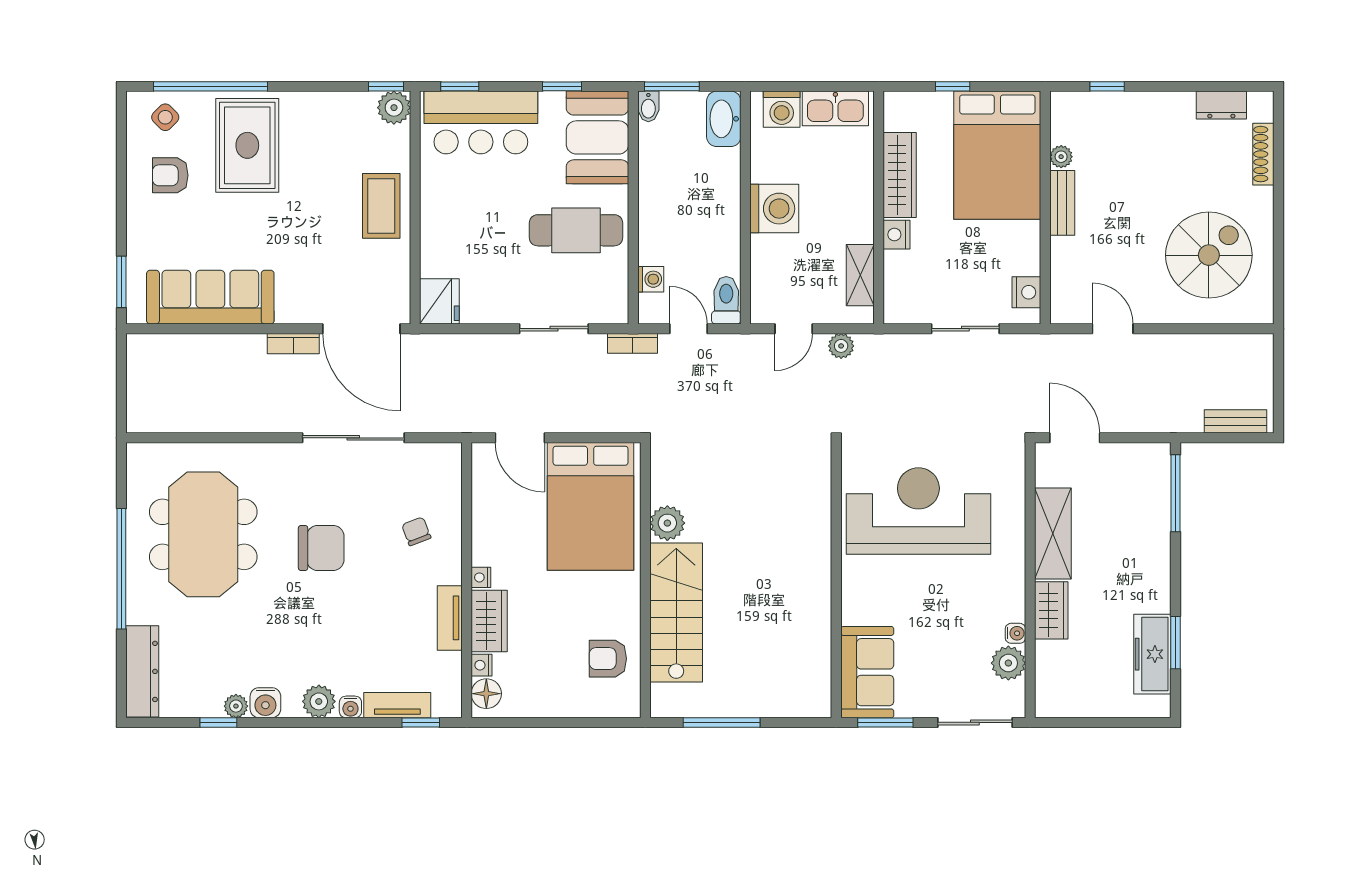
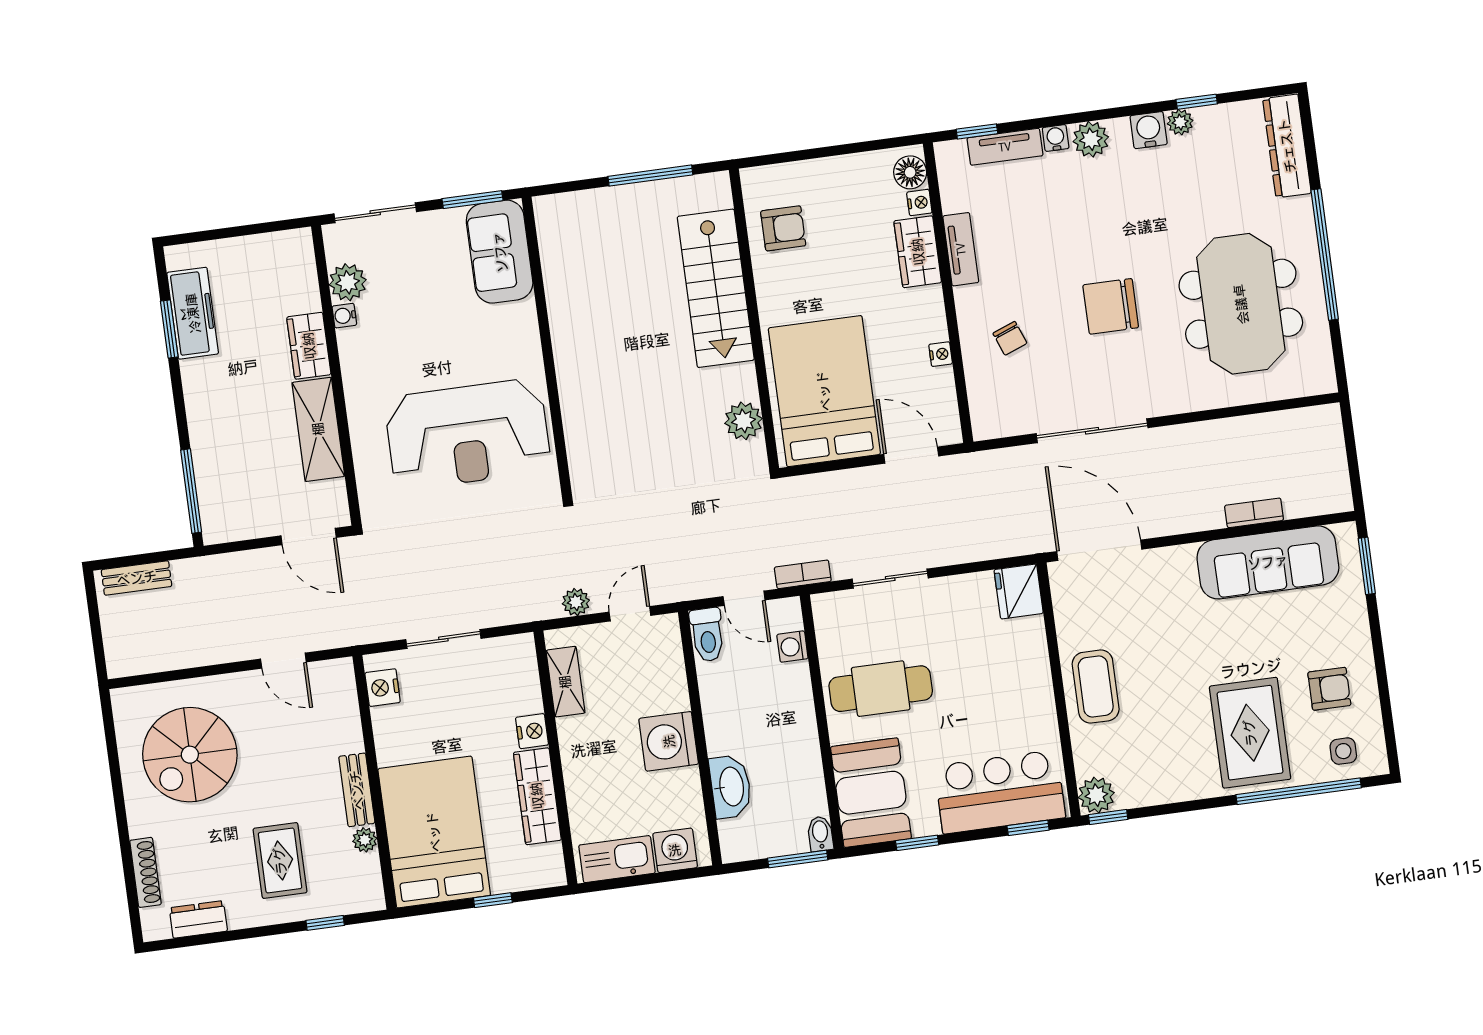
side table: (165, 117) -> (1343, 751), turned 45
washbasin: (724, 119) -> (731, 787), moved
rug: (1140, 148) -> (280, 861), added
bookcase: (293, 344) -> (1254, 513), moved
plant: (667, 523) -> (743, 421), moved
nightstand: (481, 577) -> (941, 354), moved

